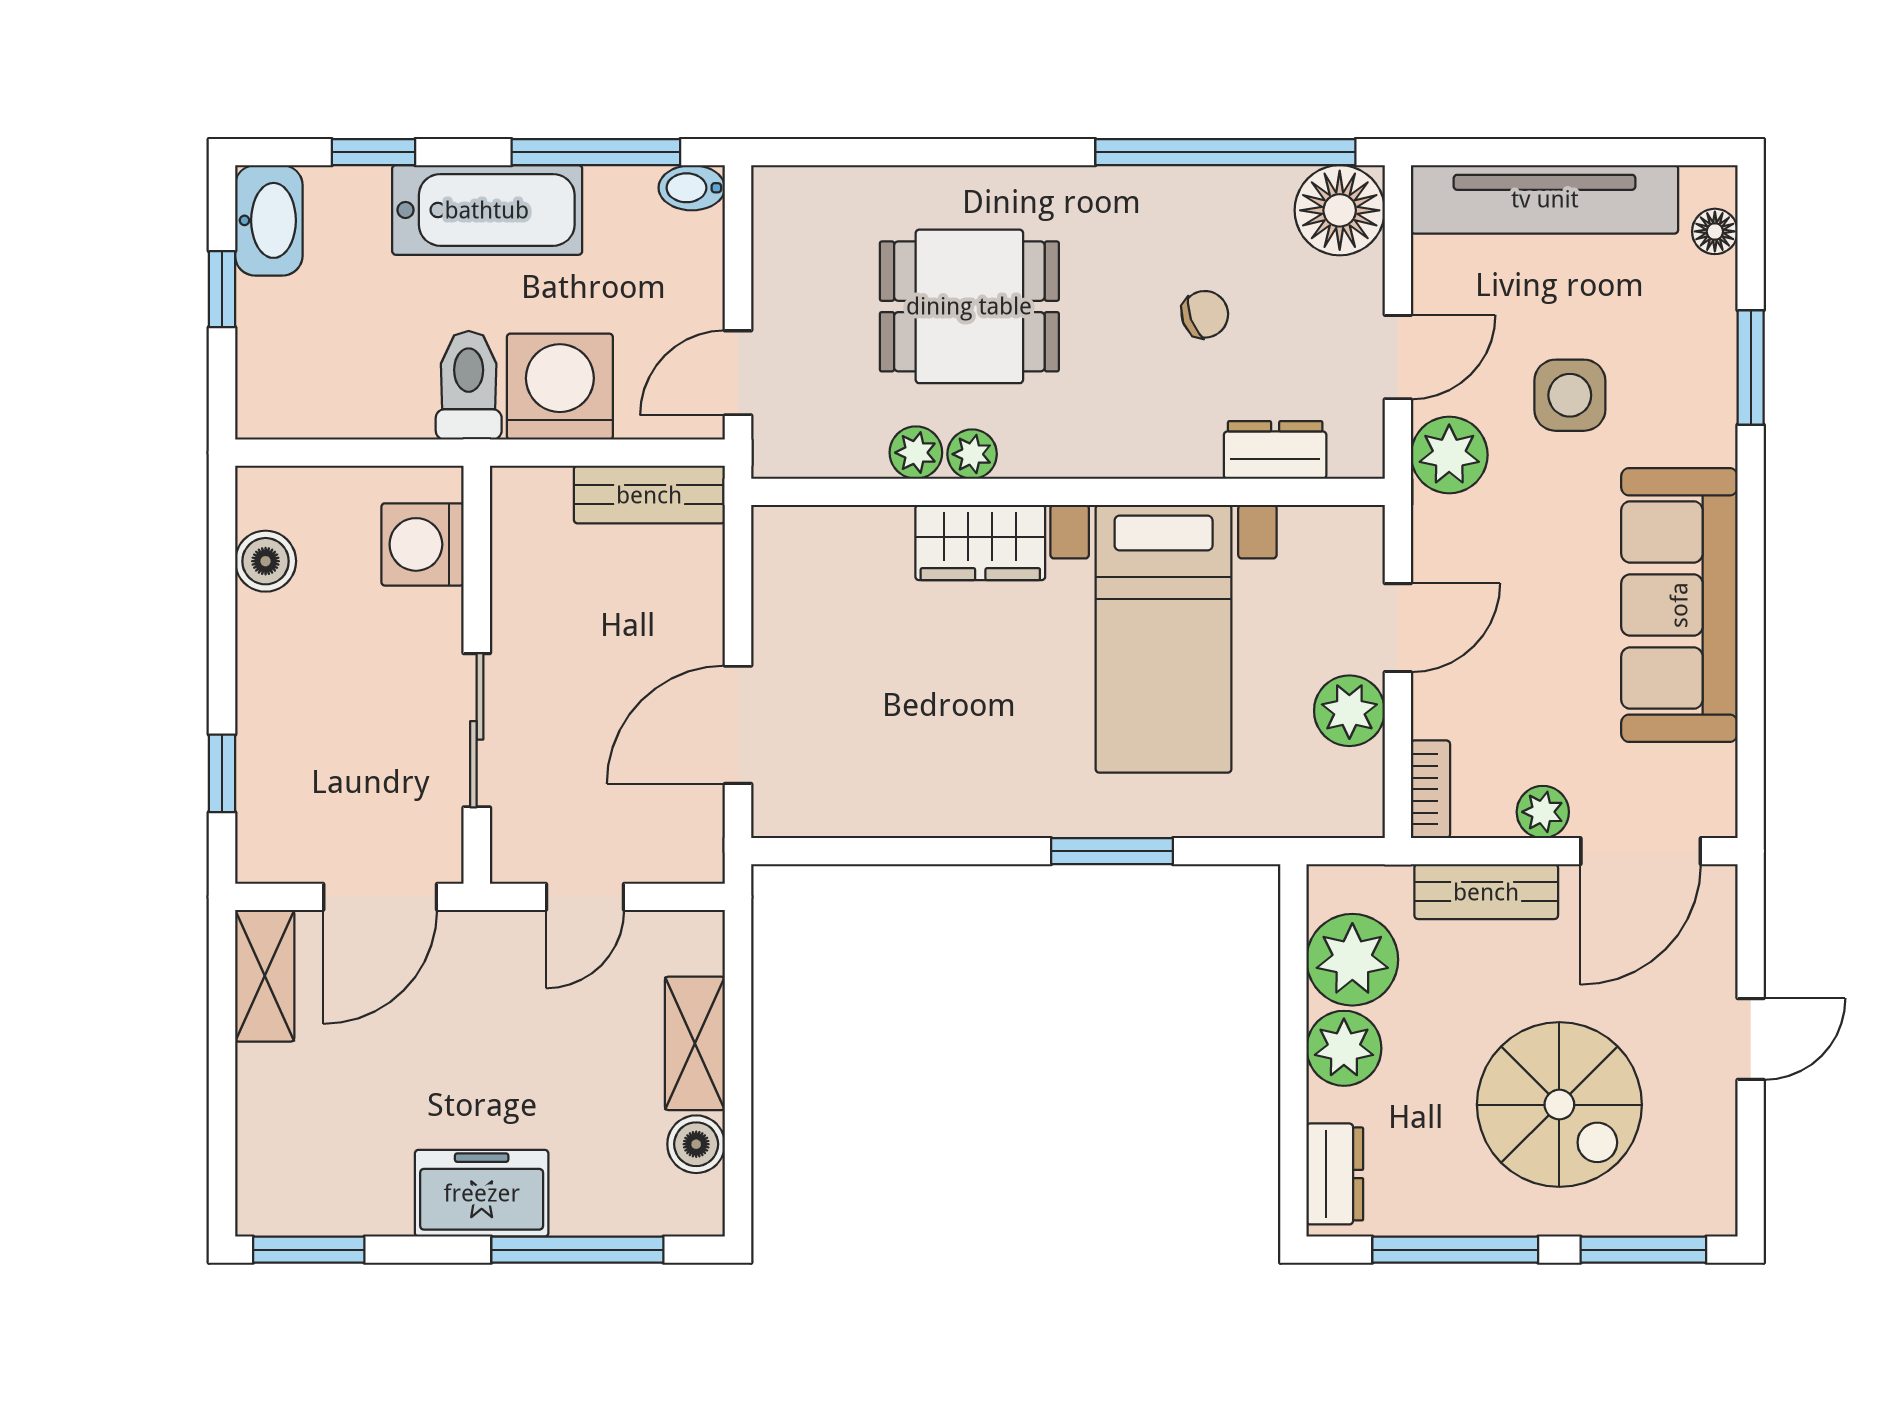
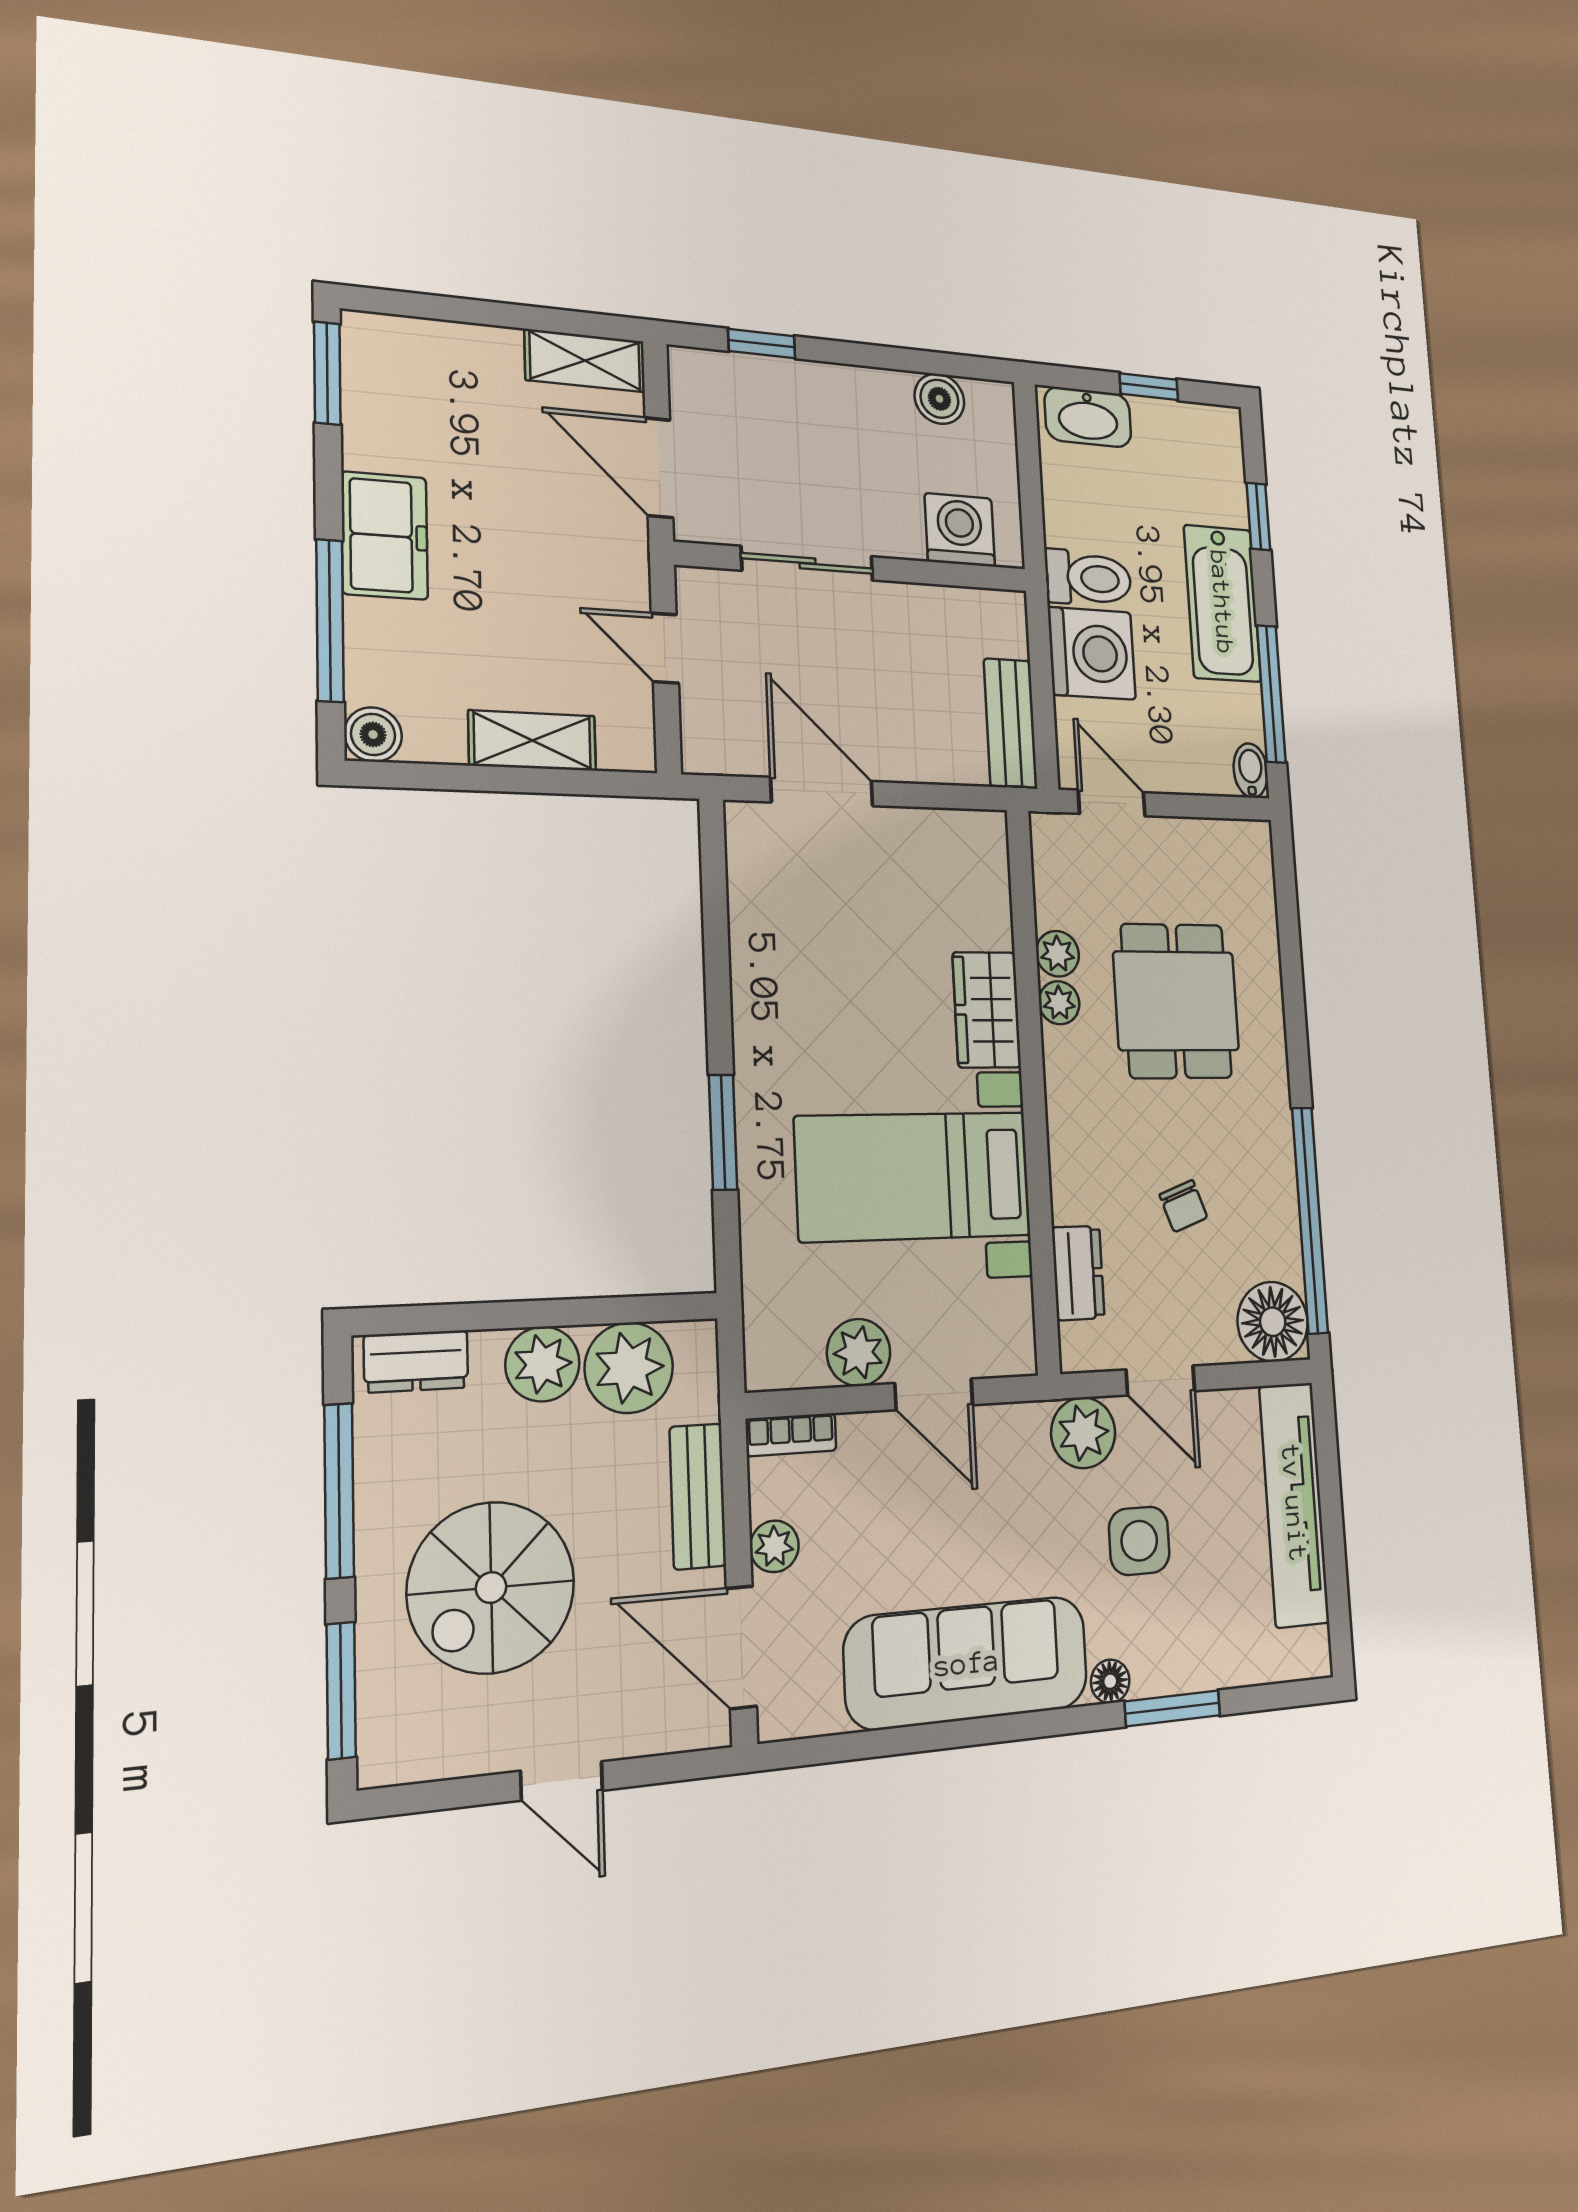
washbasin: (269, 220) -> (1088, 417), moved
floor lamp: (1715, 231) -> (1110, 1681), moved
boiler: (696, 1144) -> (373, 734), moved

